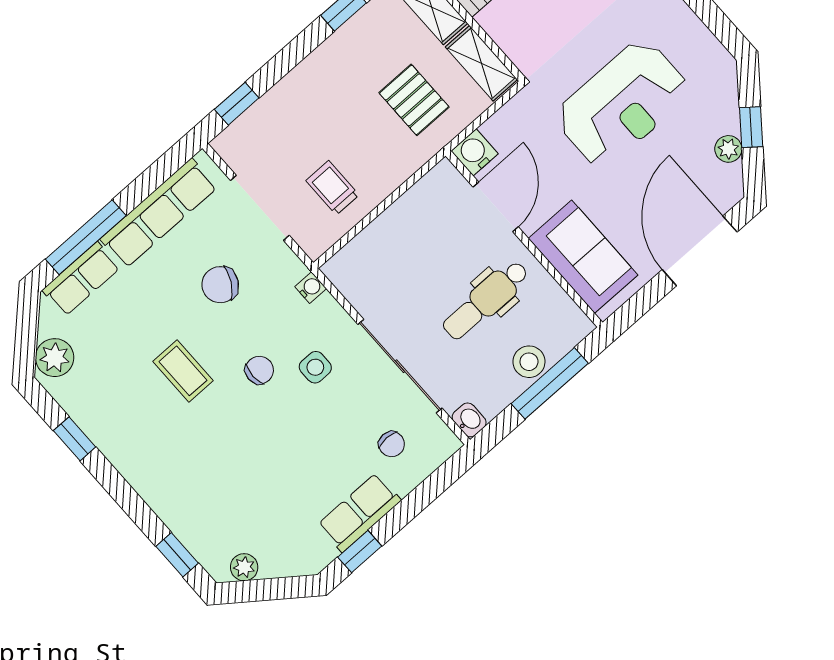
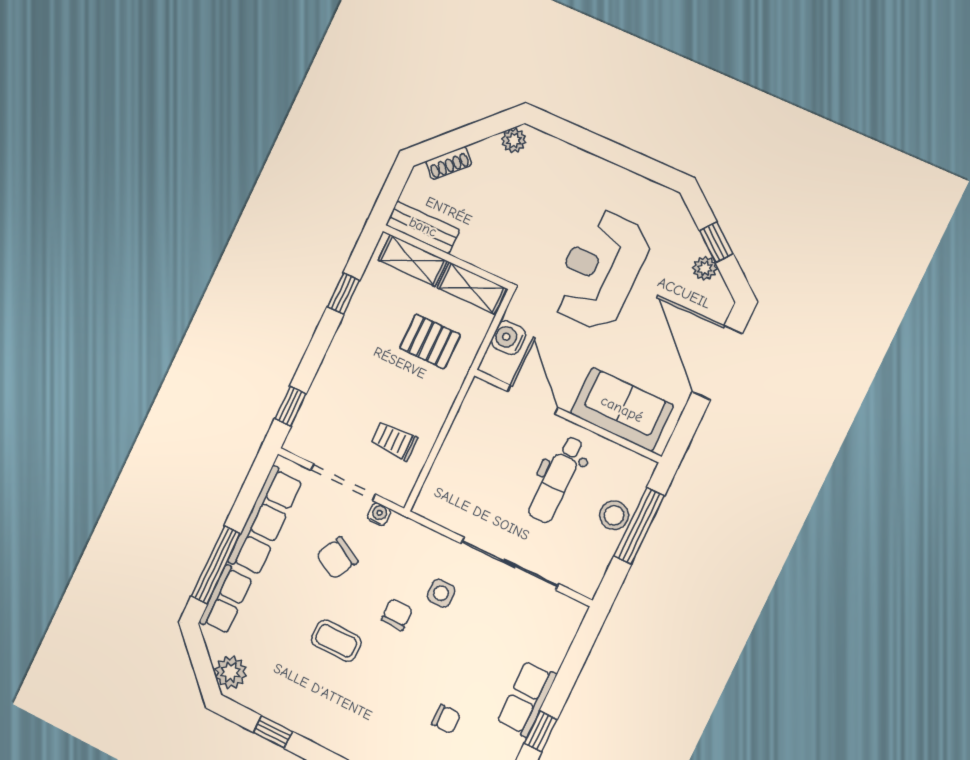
reception desk: (622, 104) -> (601, 270), turned 180
water cooler: (475, 152) -> (508, 338), moved
water cooler: (311, 288) -> (379, 514), moved
washbasin: (469, 420) -> (585, 584), removed
chair: (392, 444) -> (446, 719), moved

